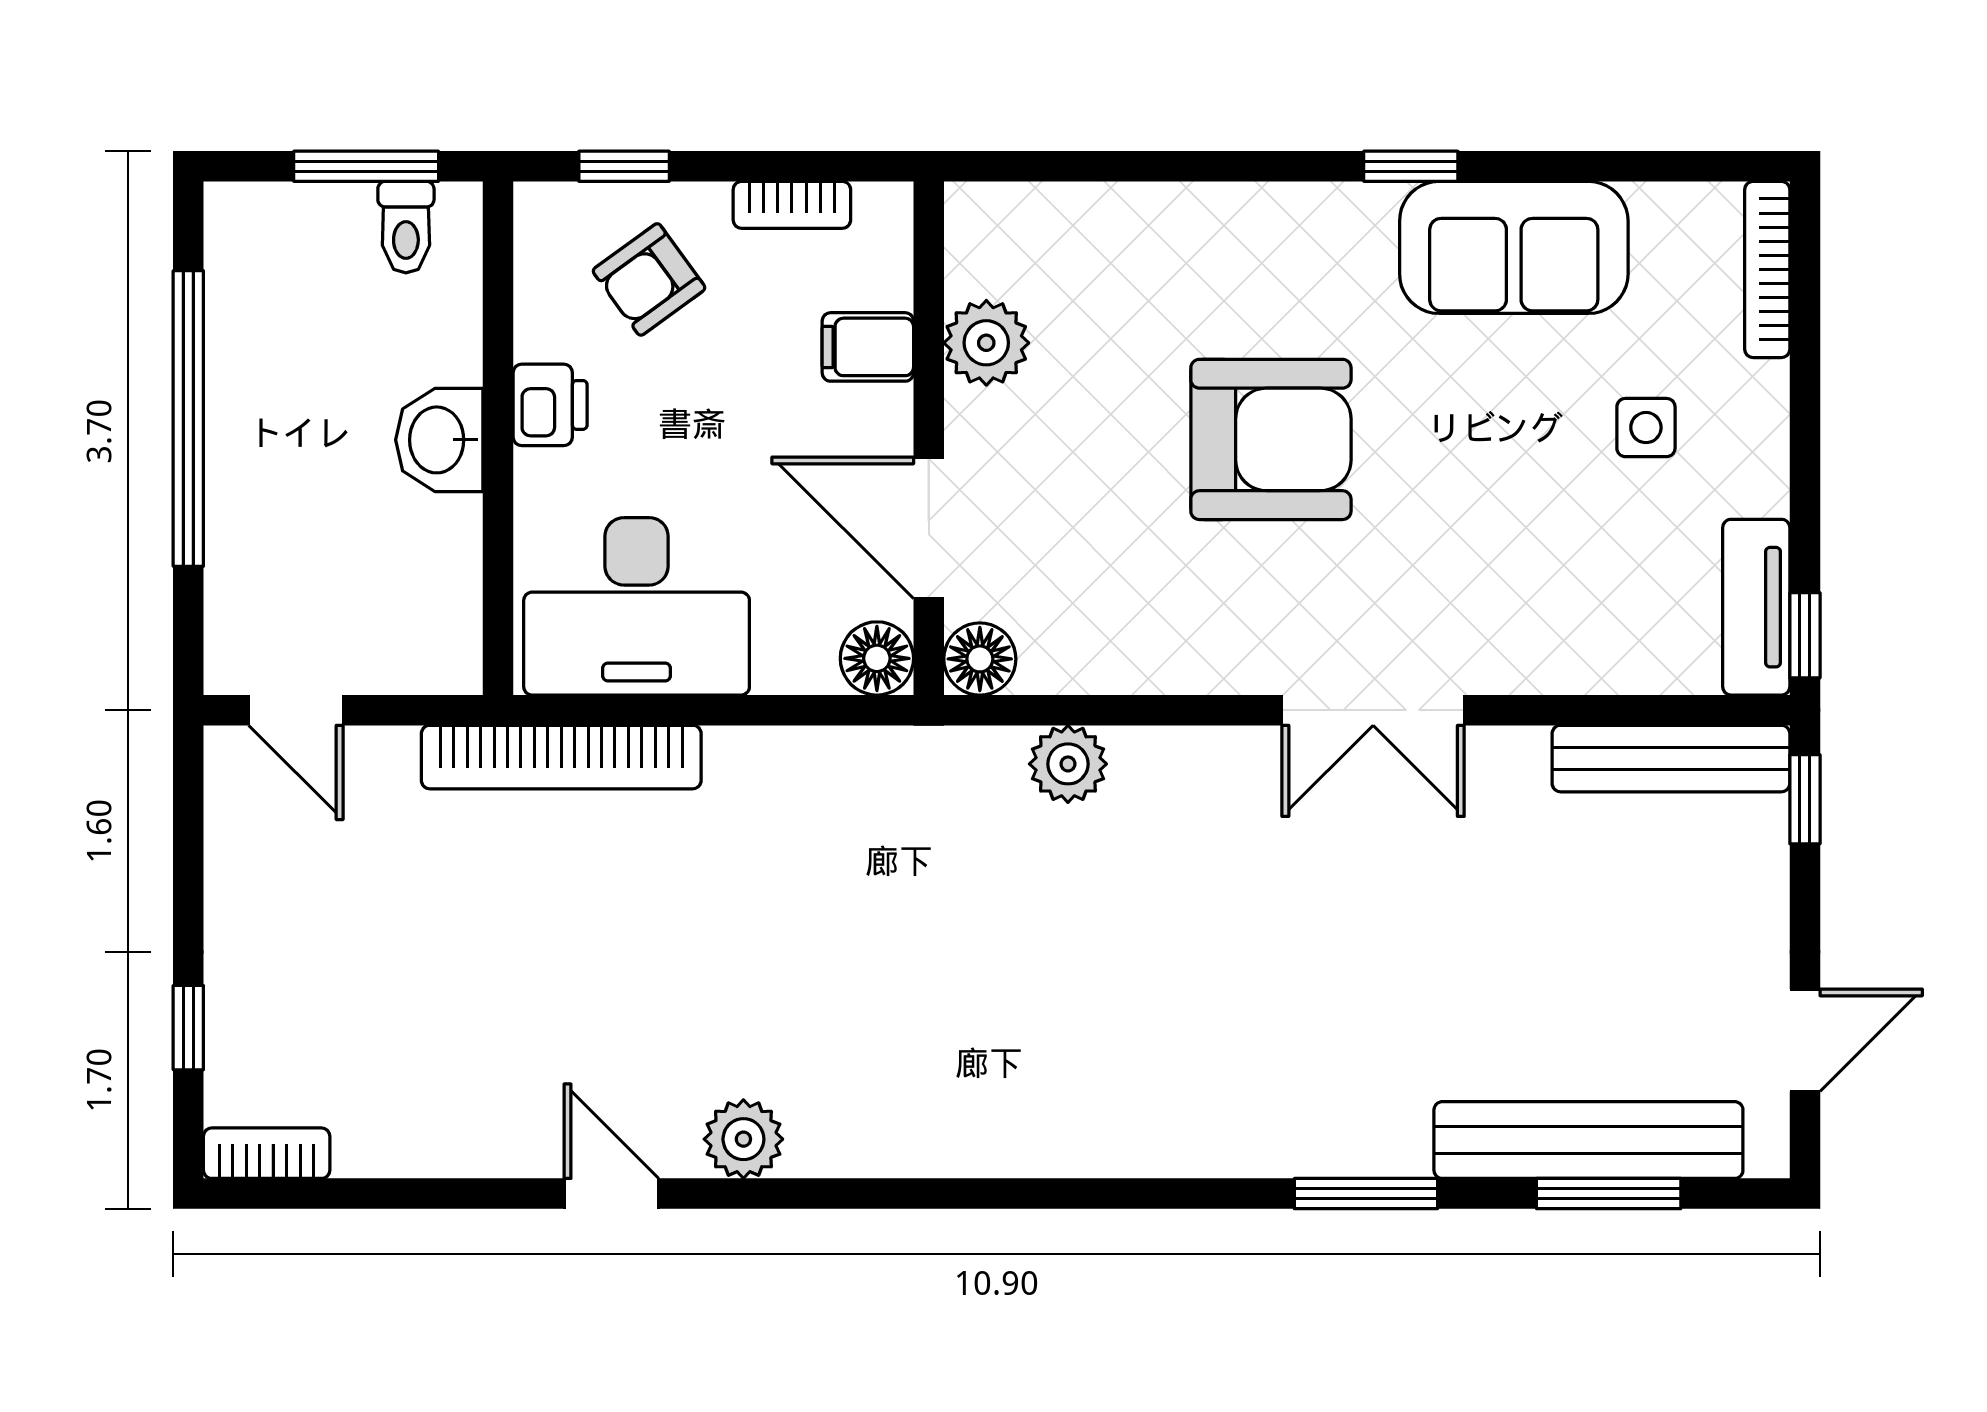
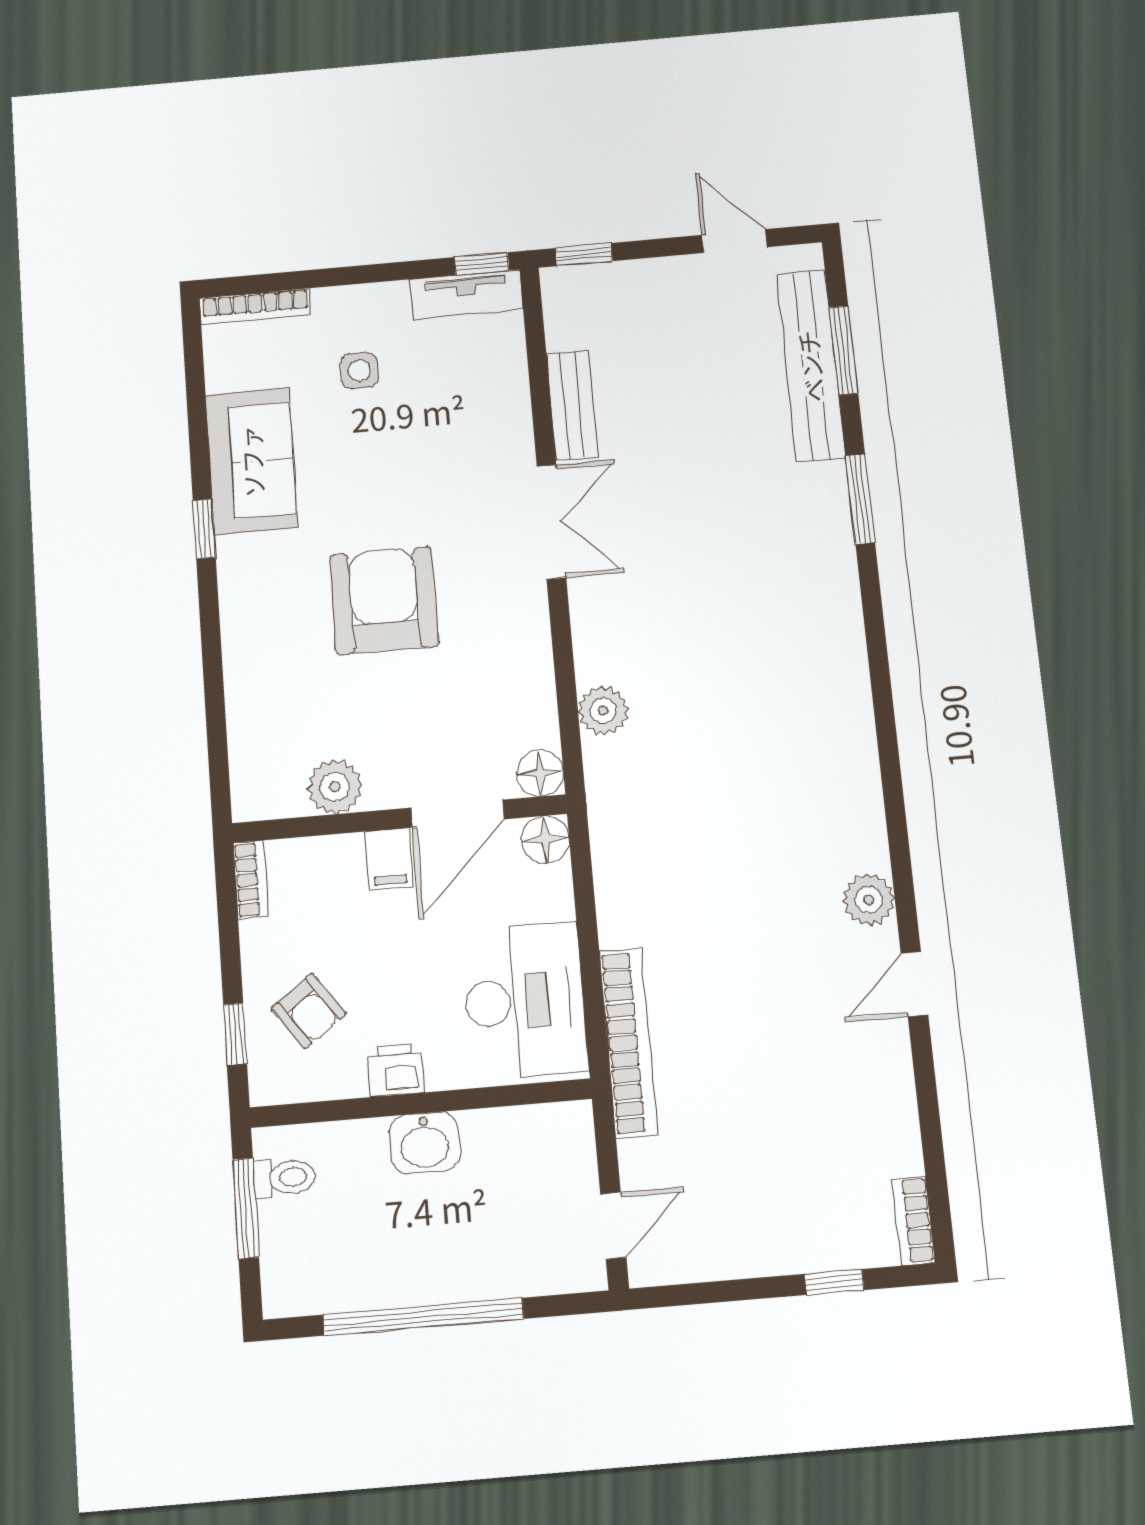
bookcase: (792, 205) -> (251, 880), moved
filing cabinet: (868, 347) -> (389, 859), moved
bench: (1671, 759) -> (572, 406), moved, width x0.73

